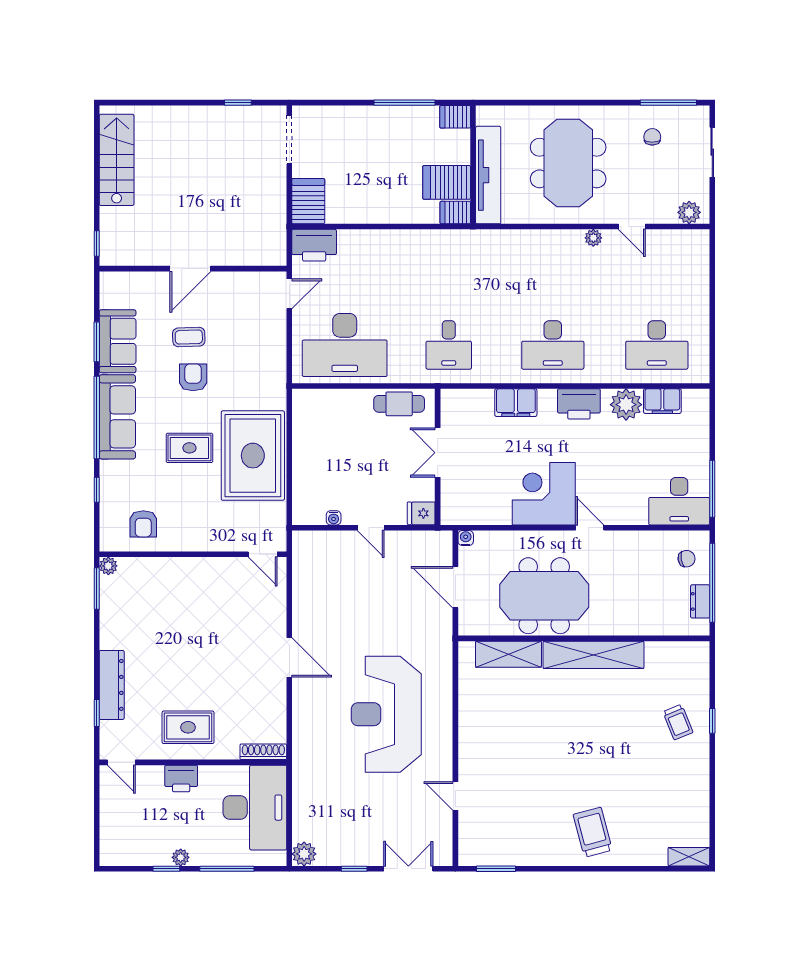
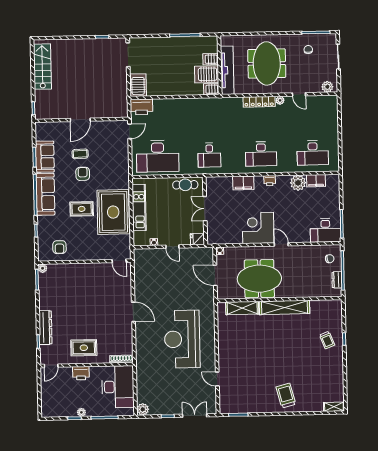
server rack: (455, 117) -> (211, 59), moved
locker: (551, 240) -> (259, 102), added
printer: (579, 404) -> (270, 181), width x0.53, depth x0.68
kitchen unit: (305, 447) -> (139, 207), added
door: (121, 762) -> (51, 366), hinge flipped

